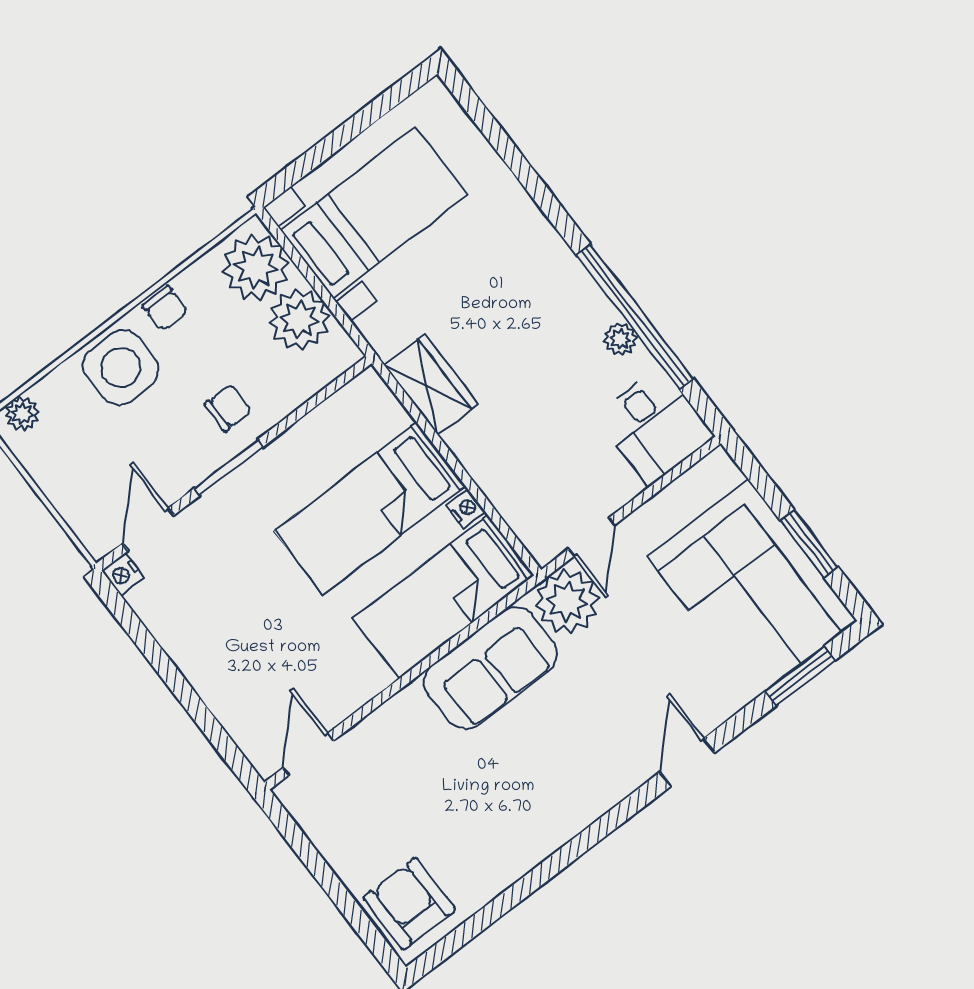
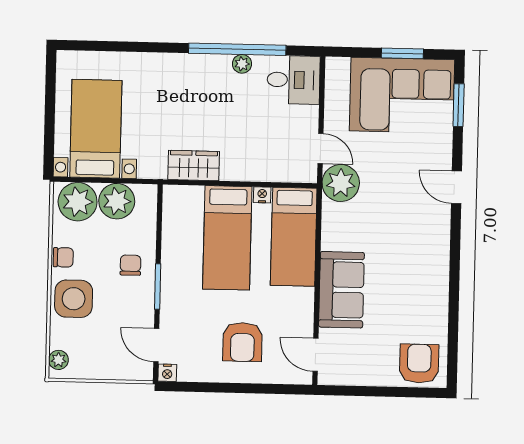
armchair: (246, 642) -> (242, 342), added
sofa: (490, 668) -> (341, 290), moved
armchair: (409, 904) -> (419, 363), turned 90

